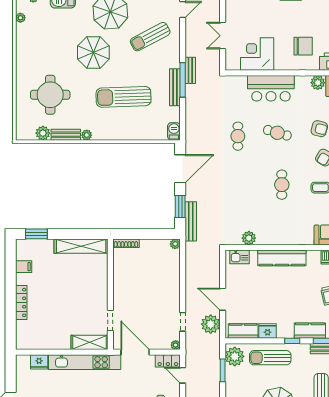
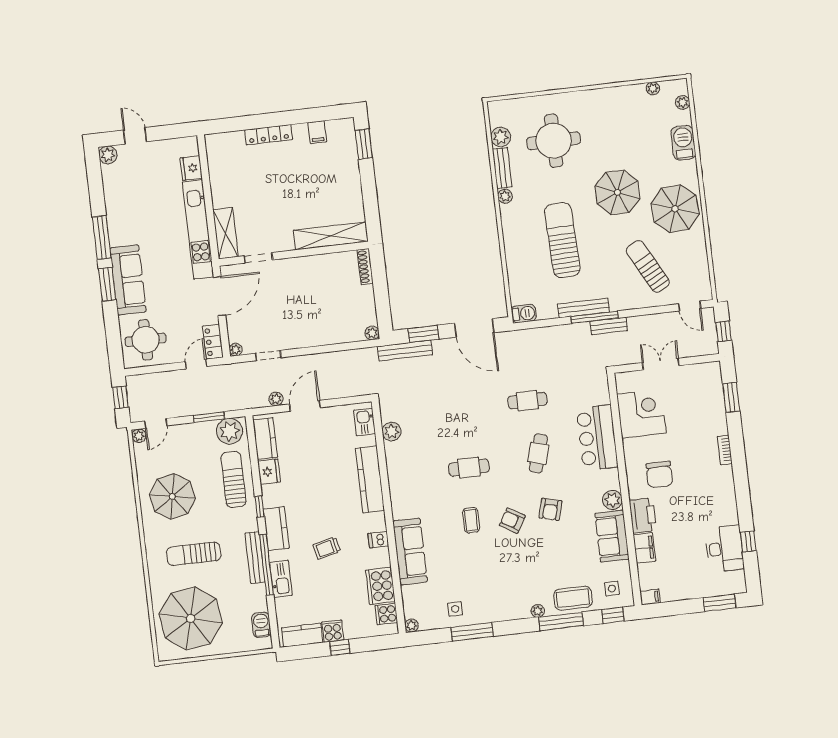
shelving: (81, 246) -> (331, 236), moved, turned 90
plant: (211, 324) -> (276, 399), width x0.53, depth x0.53

